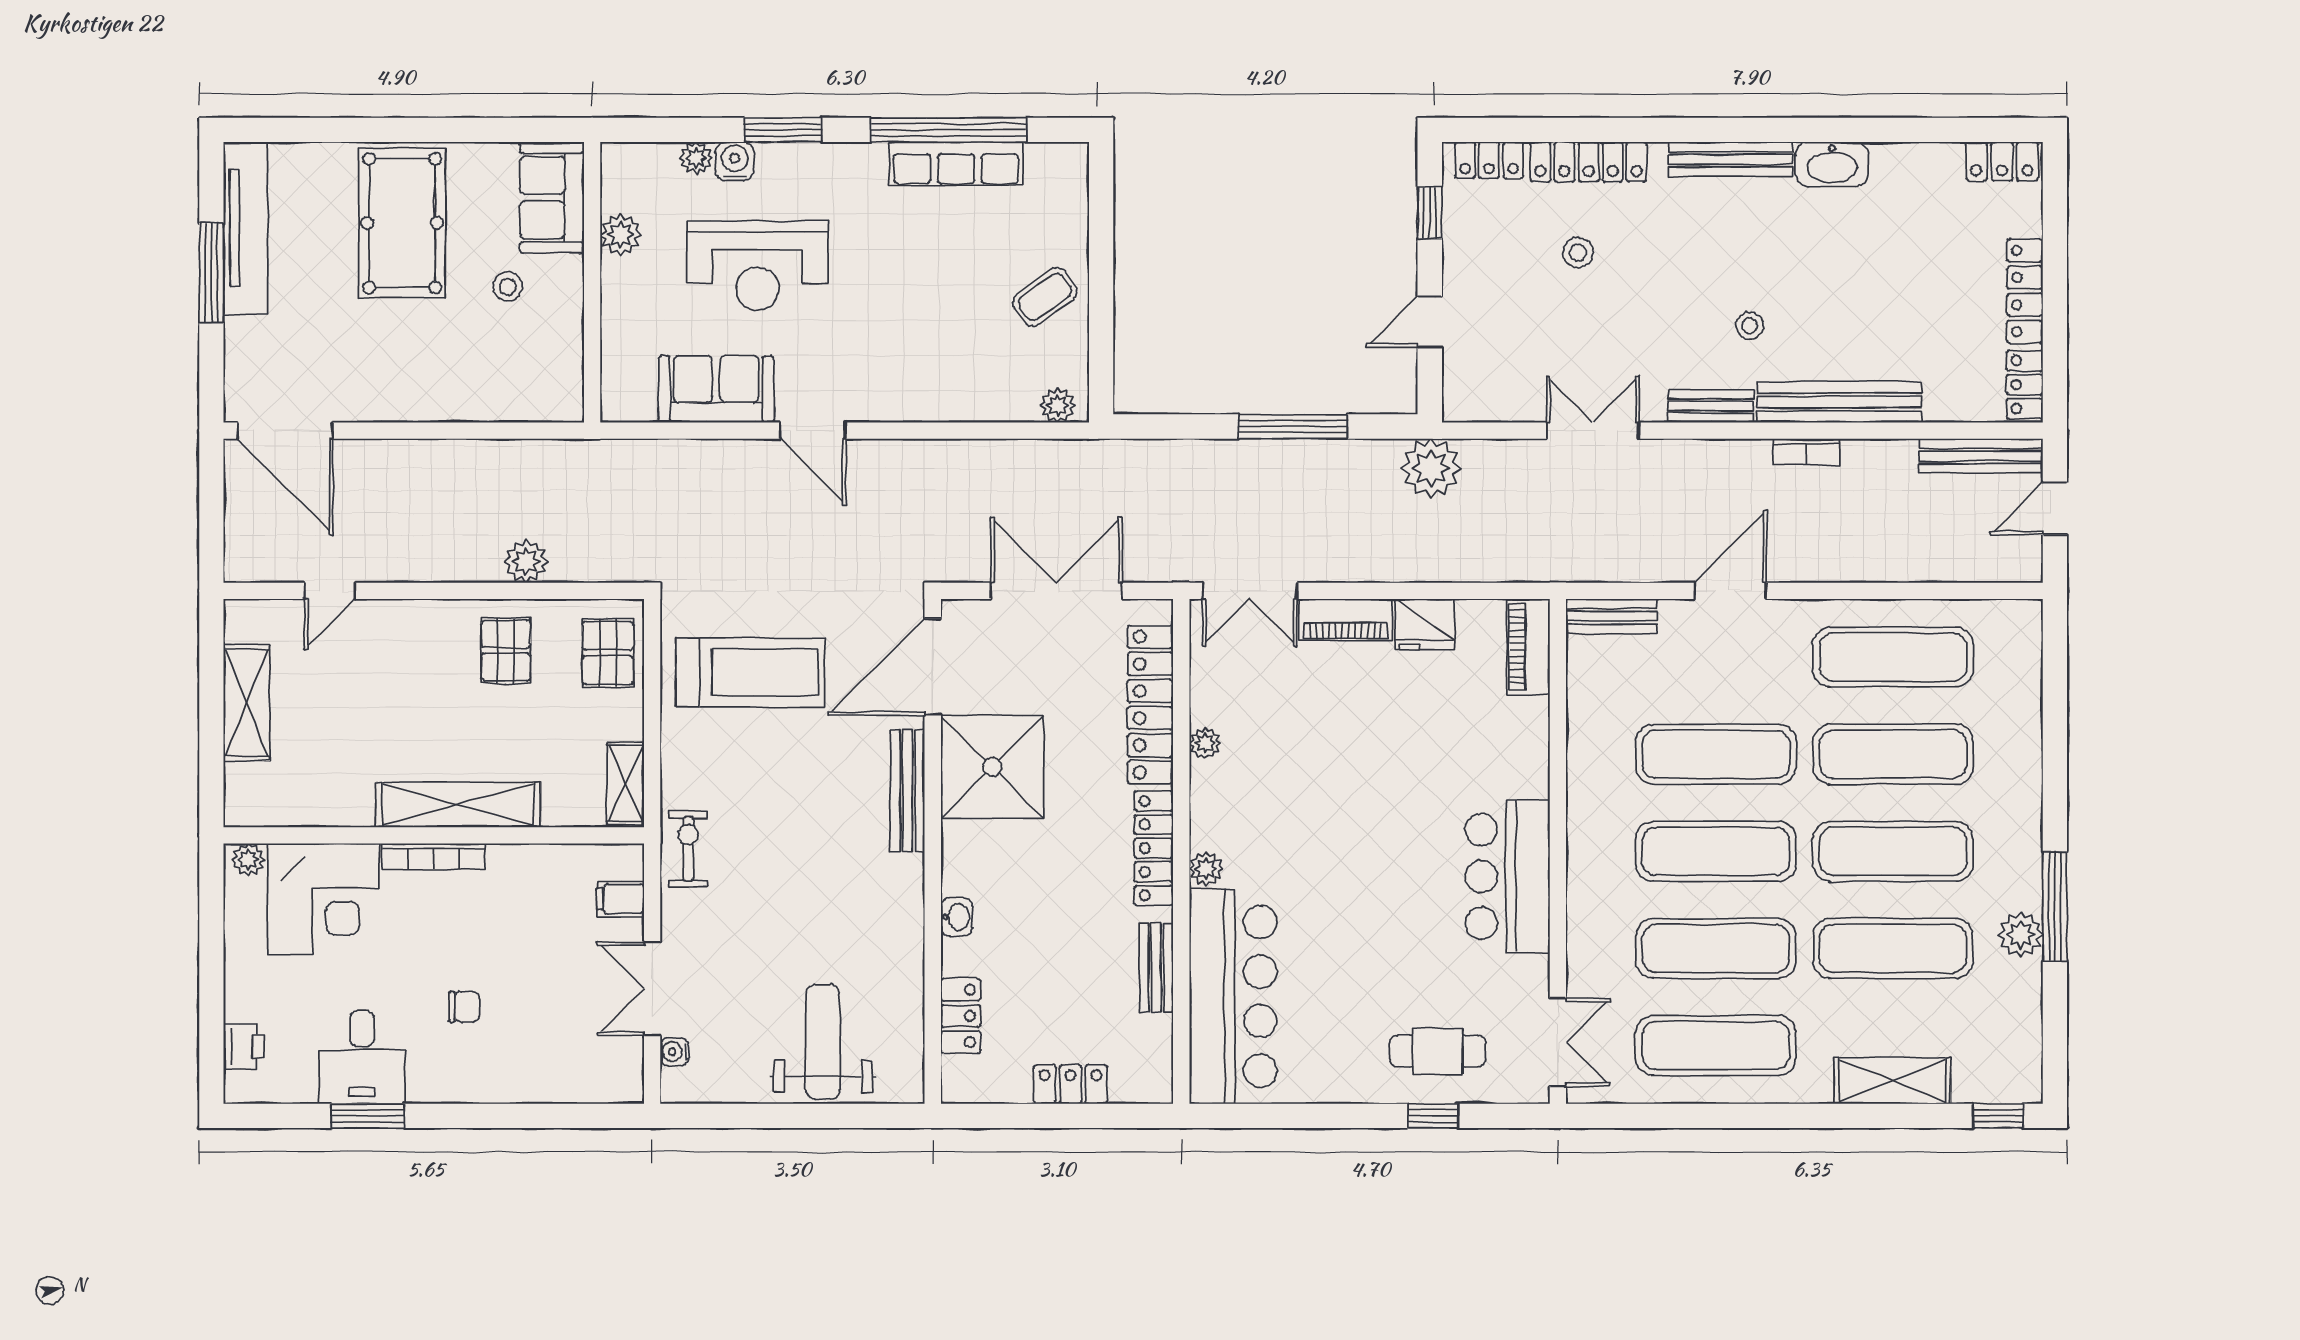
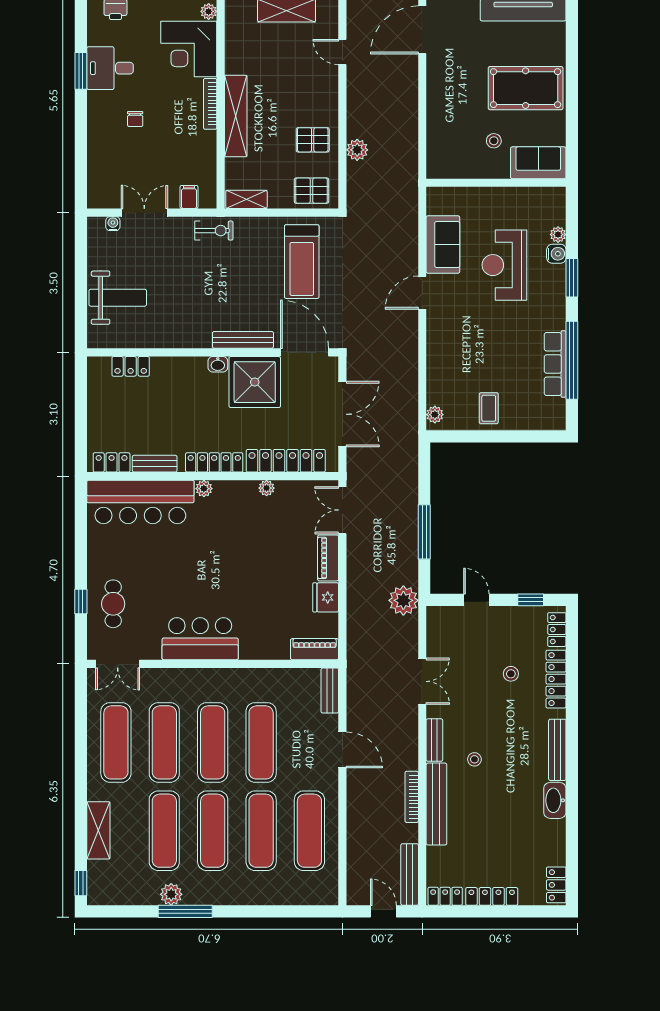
plant: (621, 235) -> (520, 197), removed
coffee table: (1045, 297) -> (489, 408), turned 36
bookcase: (1807, 452) -> (412, 797), width x1.56
washbasin: (957, 917) -> (218, 364), moved
locker: (1071, 1084) -> (112, 462), moved, turned -90

